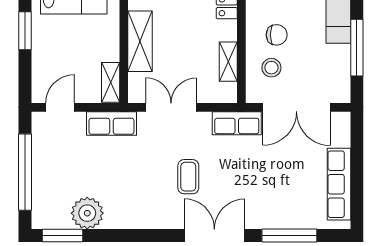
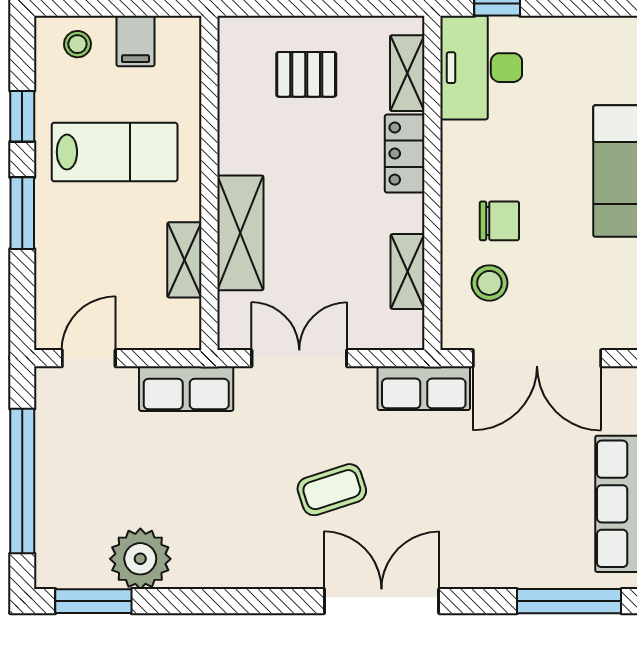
shelving: (111, 82) -> (184, 260), moved
coffee table: (188, 177) -> (332, 490), turned 72
window: (289, 235) -> (569, 601), moved

